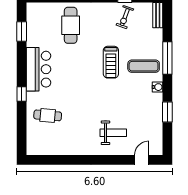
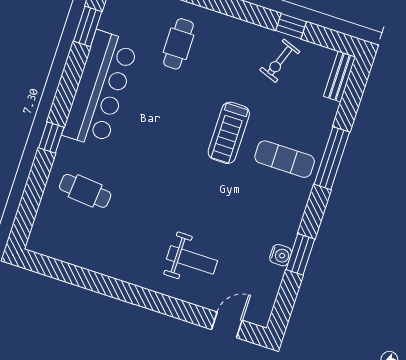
cafe table: (71, 25) -> (178, 44), width x0.73, depth x0.74
bar counter: (38, 69) -> (100, 89), width x1.36
water cooler: (158, 87) -> (281, 255), moved

